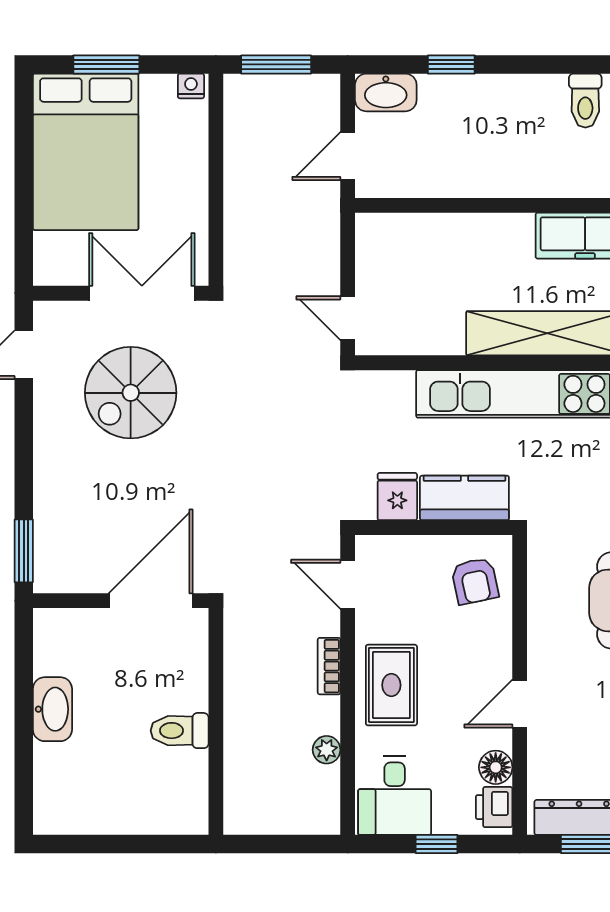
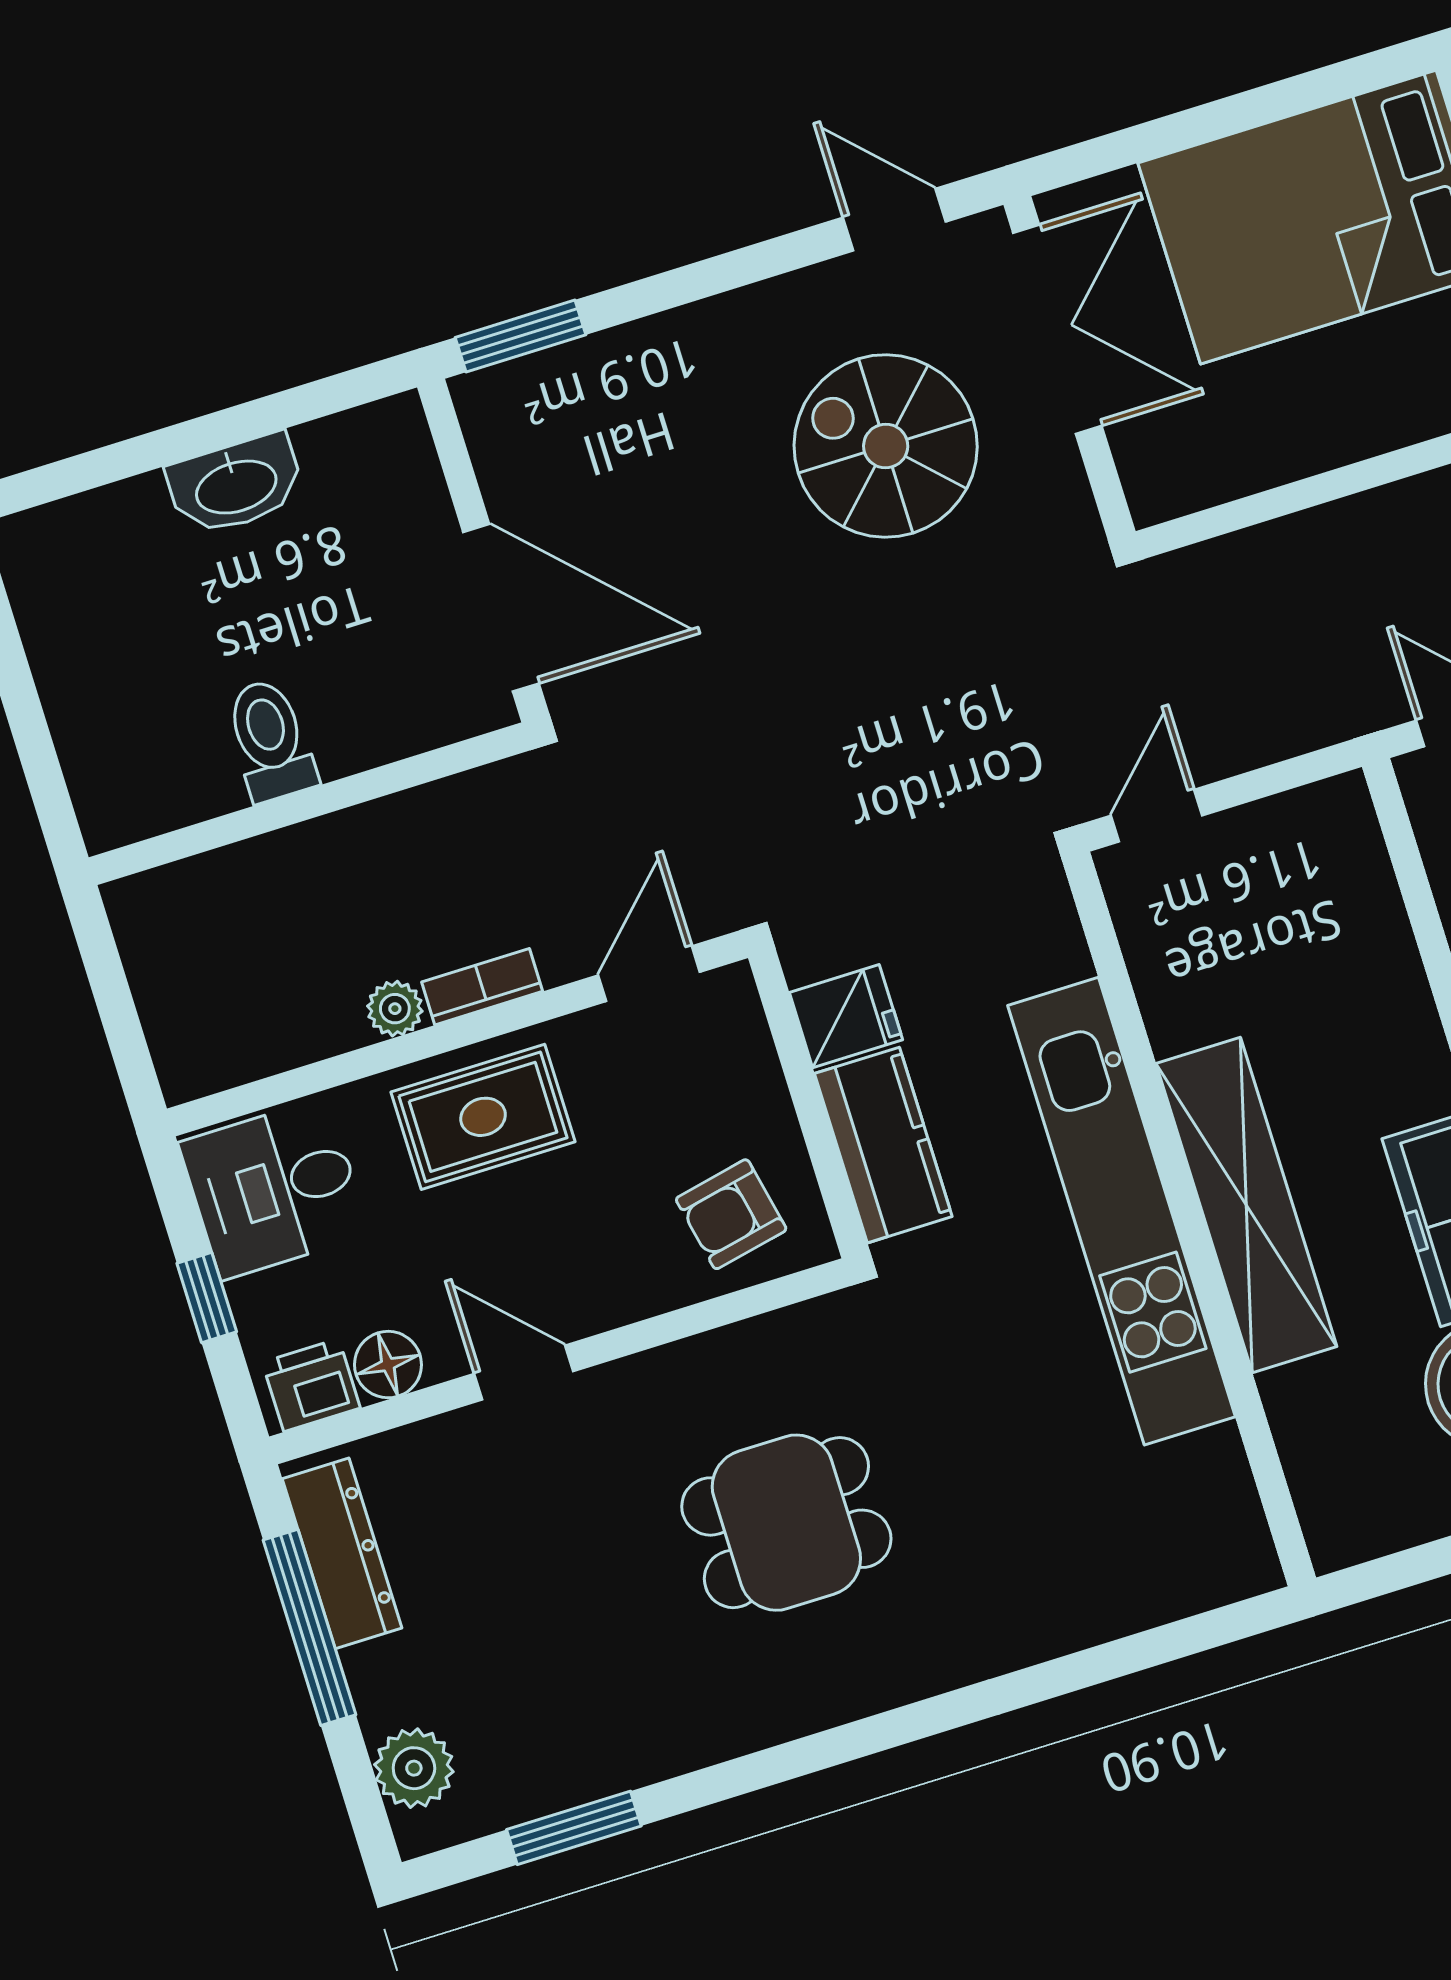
double door: (142, 293) -> (1057, 329), moved
plant: (327, 750) -> (395, 1009), moved

